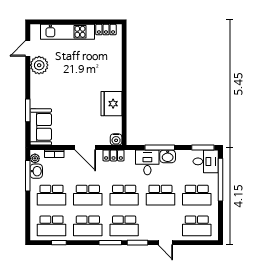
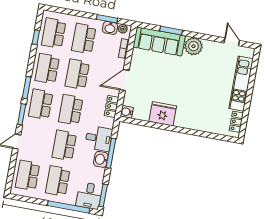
plant: (39, 65) -> (193, 46), moved
sofa: (41, 127) -> (159, 41), width x1.36
window: (28, 176) -> (107, 19), width x0.69

